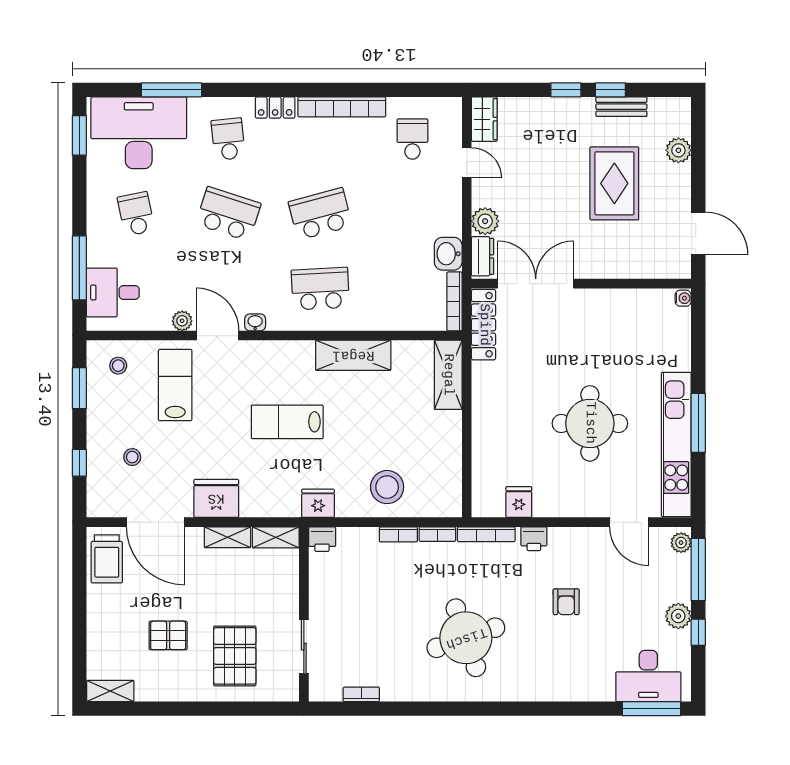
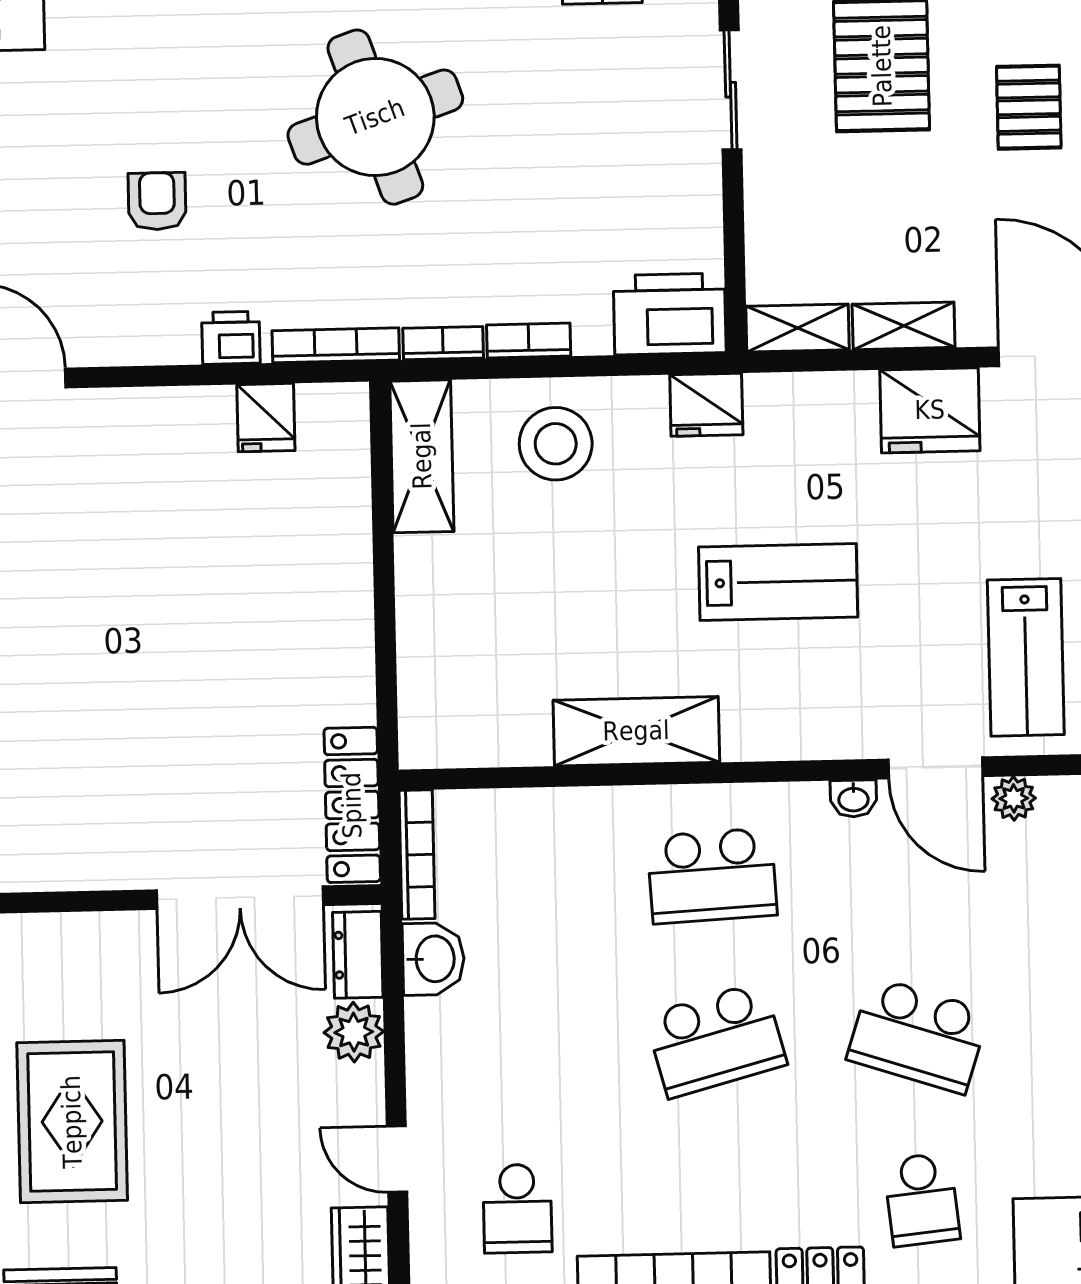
shelving: (448, 375) -> (422, 456), moved
round table: (590, 423) -> (114, 593), removed
printer: (322, 539) -> (670, 314), width x1.87, depth x1.48
pallet: (168, 635) -> (1029, 107), turned 90

